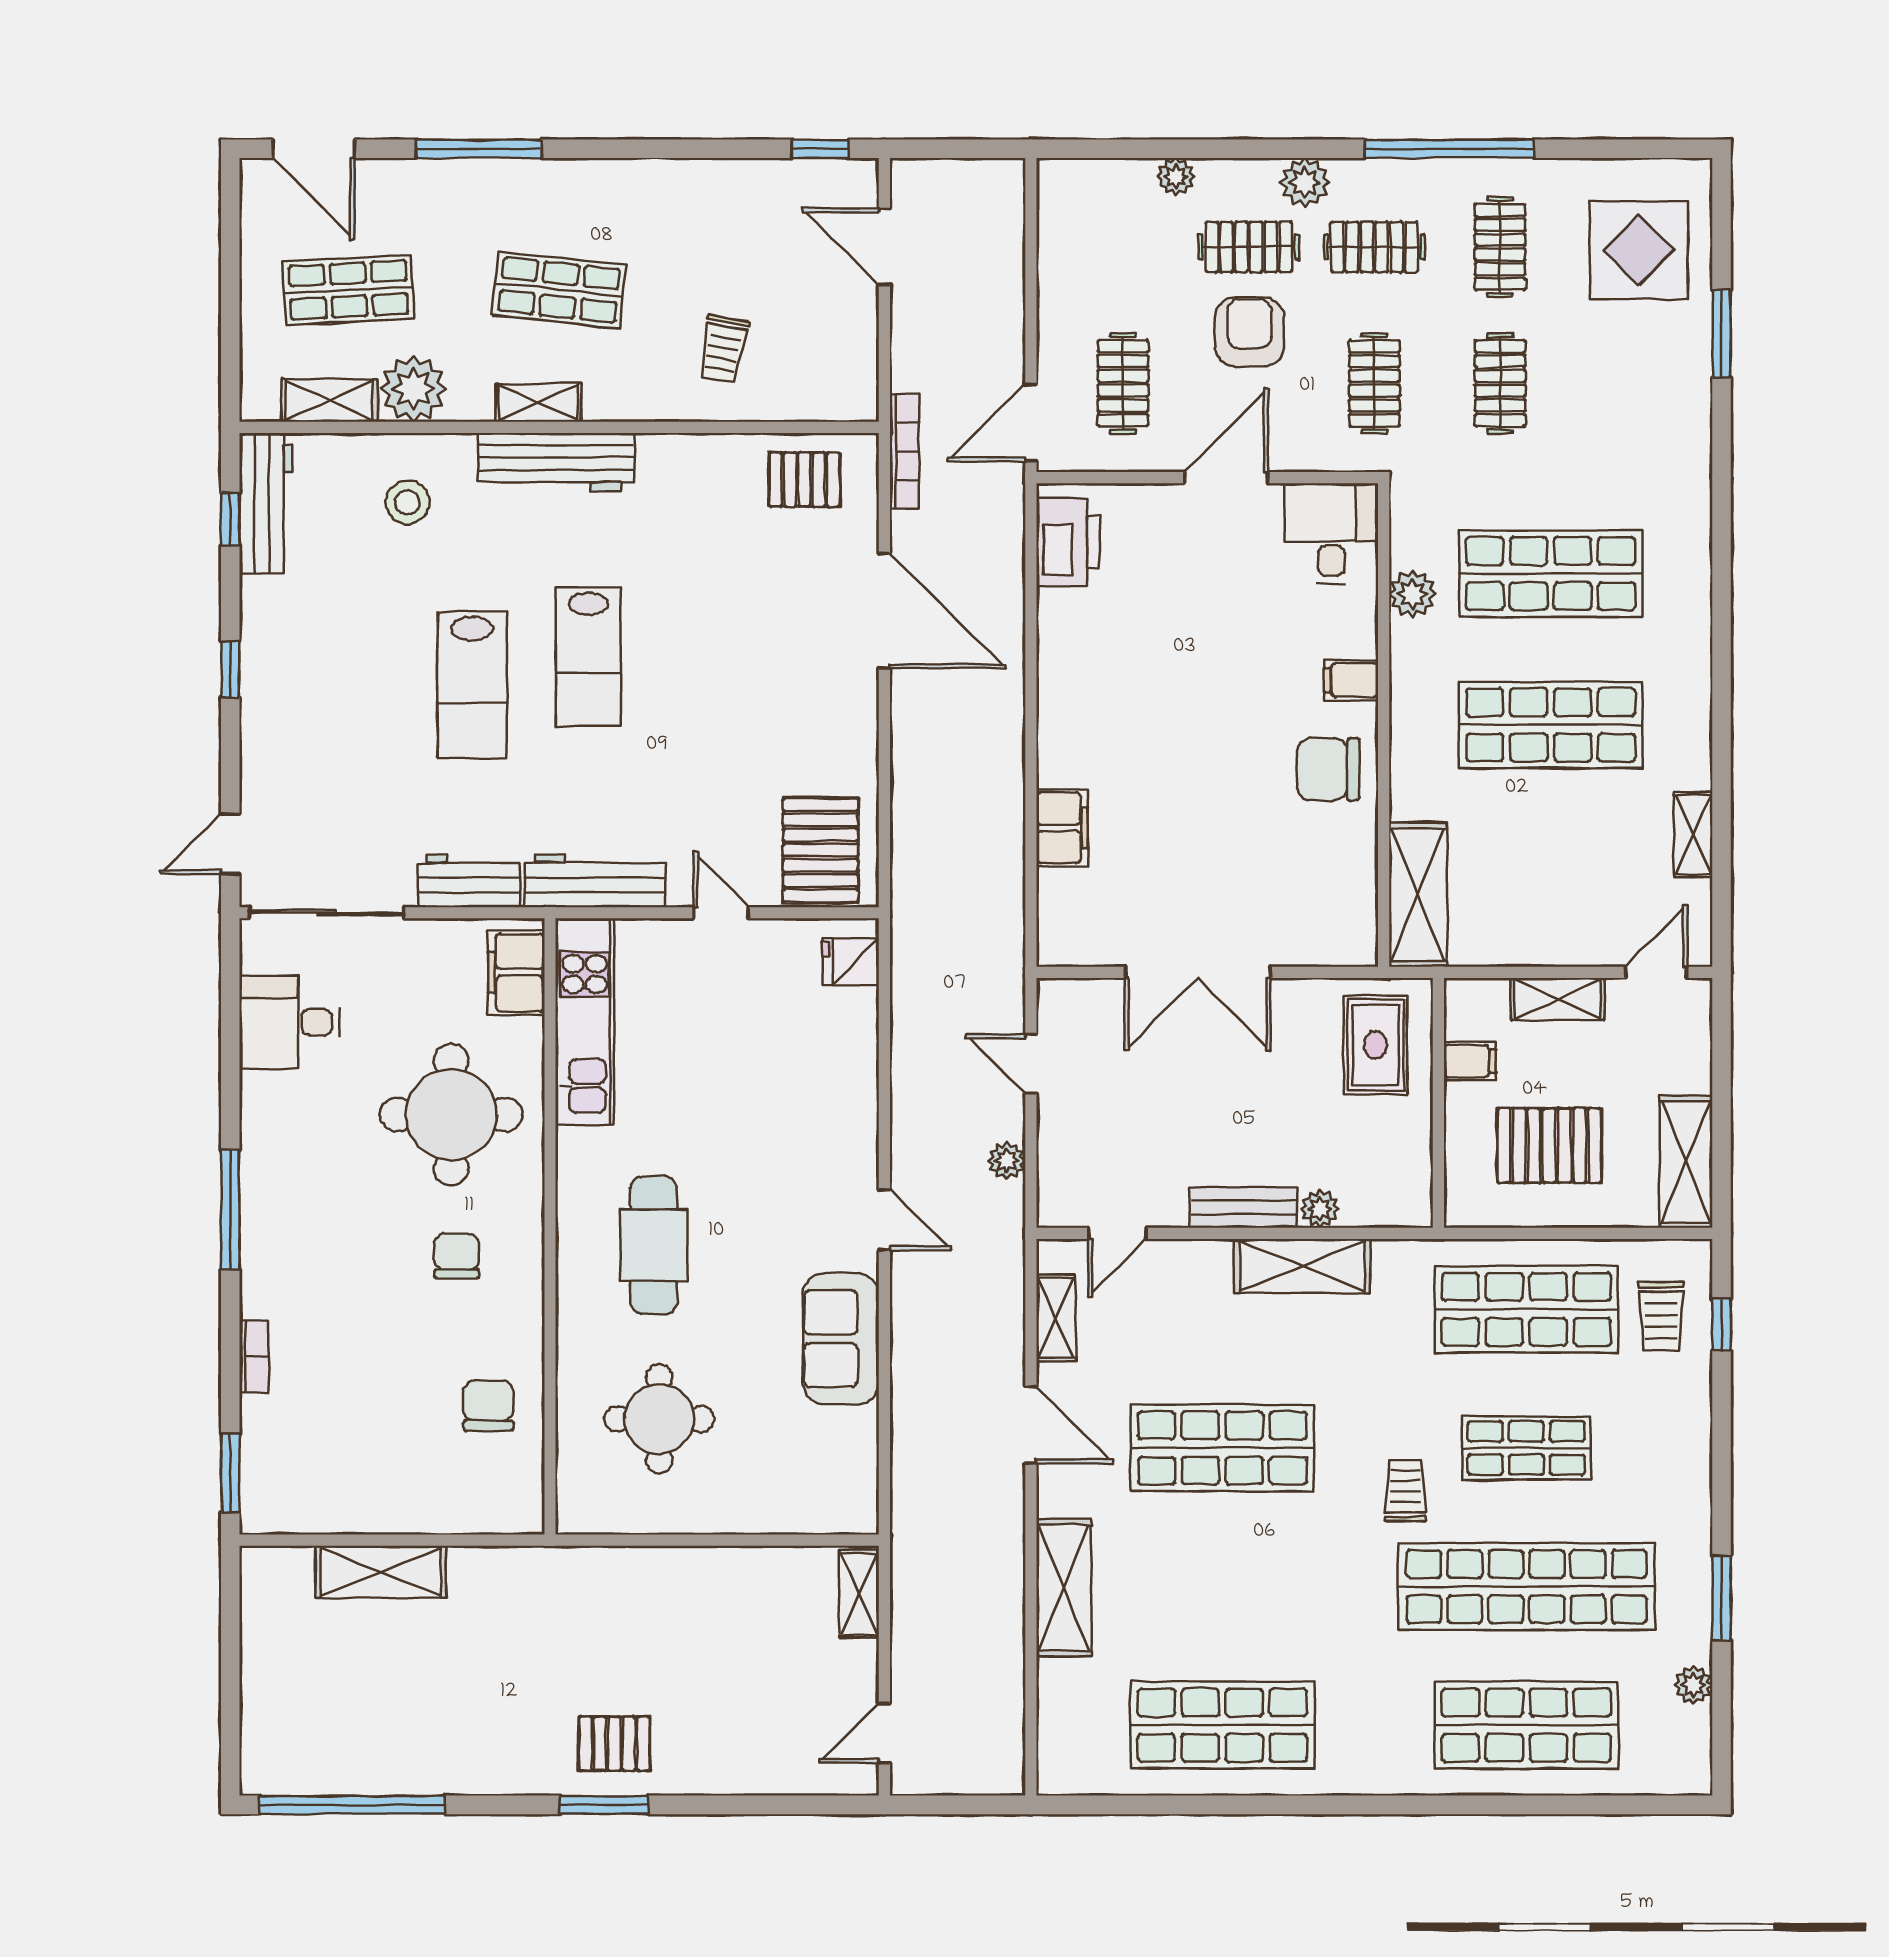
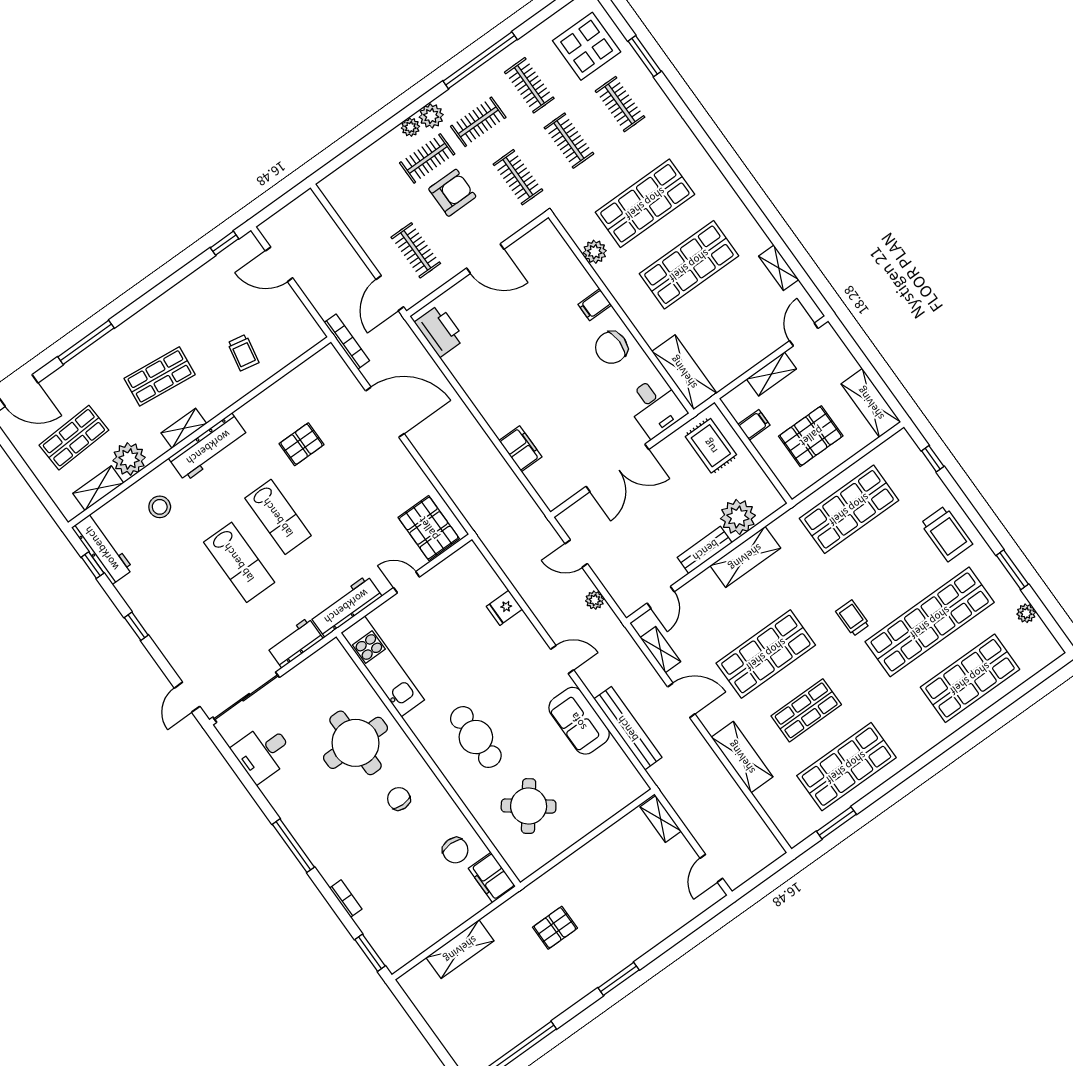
plant: (1176, 177) -> (410, 127), moved
armchair: (1250, 332) -> (452, 193), turned 90
clothes rail: (1626, 383) -> (620, 104), added
door: (1226, 478) -> (485, 259), swing flipped
pallet: (804, 480) -> (301, 444), moved
desk: (1331, 534) -> (655, 406), moved, turned 180
fridge: (851, 961) -> (504, 608), moved
filing cabinet: (516, 973) -> (492, 877), moved
plant: (1320, 1209) -> (738, 517), width x1.88, depth x1.88
trolley: (1661, 1316) -> (947, 534), moved, width x1.36, depth x1.39
chair: (488, 1406) -> (455, 850), turned 180
bench: (912, 1408) -> (628, 728), added
round table: (659, 1419) -> (529, 806), turned 37
shop shelf: (1526, 1448) -> (806, 710), moved
pallet: (614, 1744) -> (555, 928), moved
window: (1141, 1805) -> (836, 823), added

